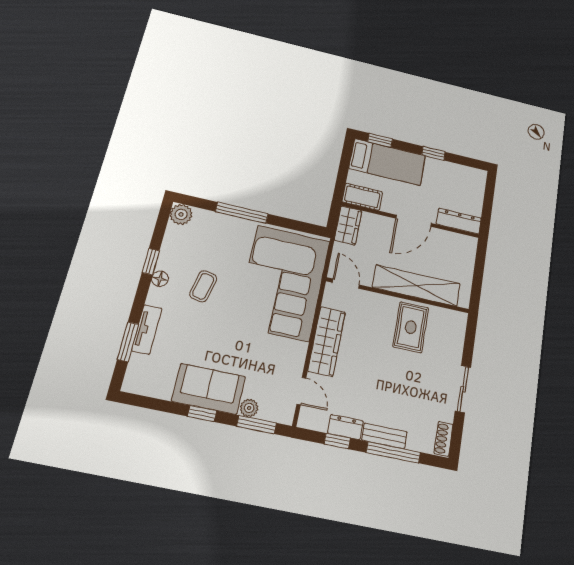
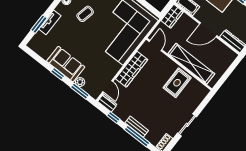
dresser: (345, 427) -> (107, 103), moved

